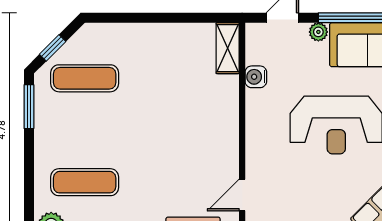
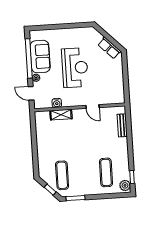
shelving: (228, 48) -> (61, 115), moved
door: (242, 195) -> (92, 106), moved

